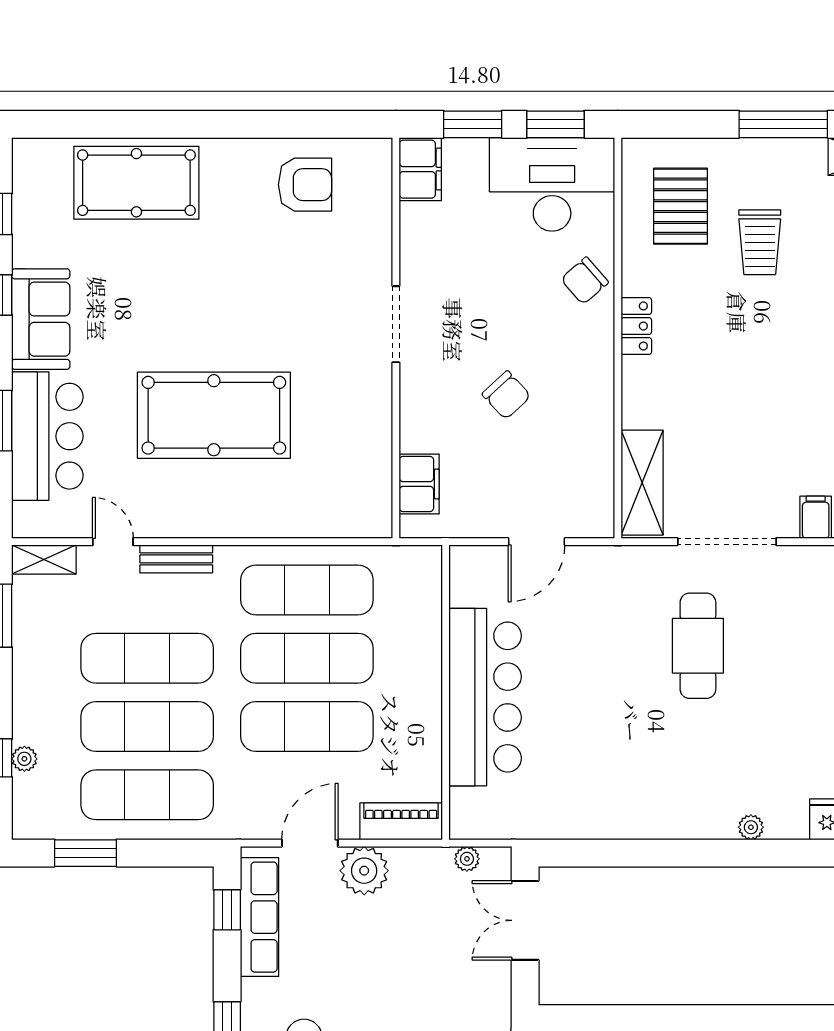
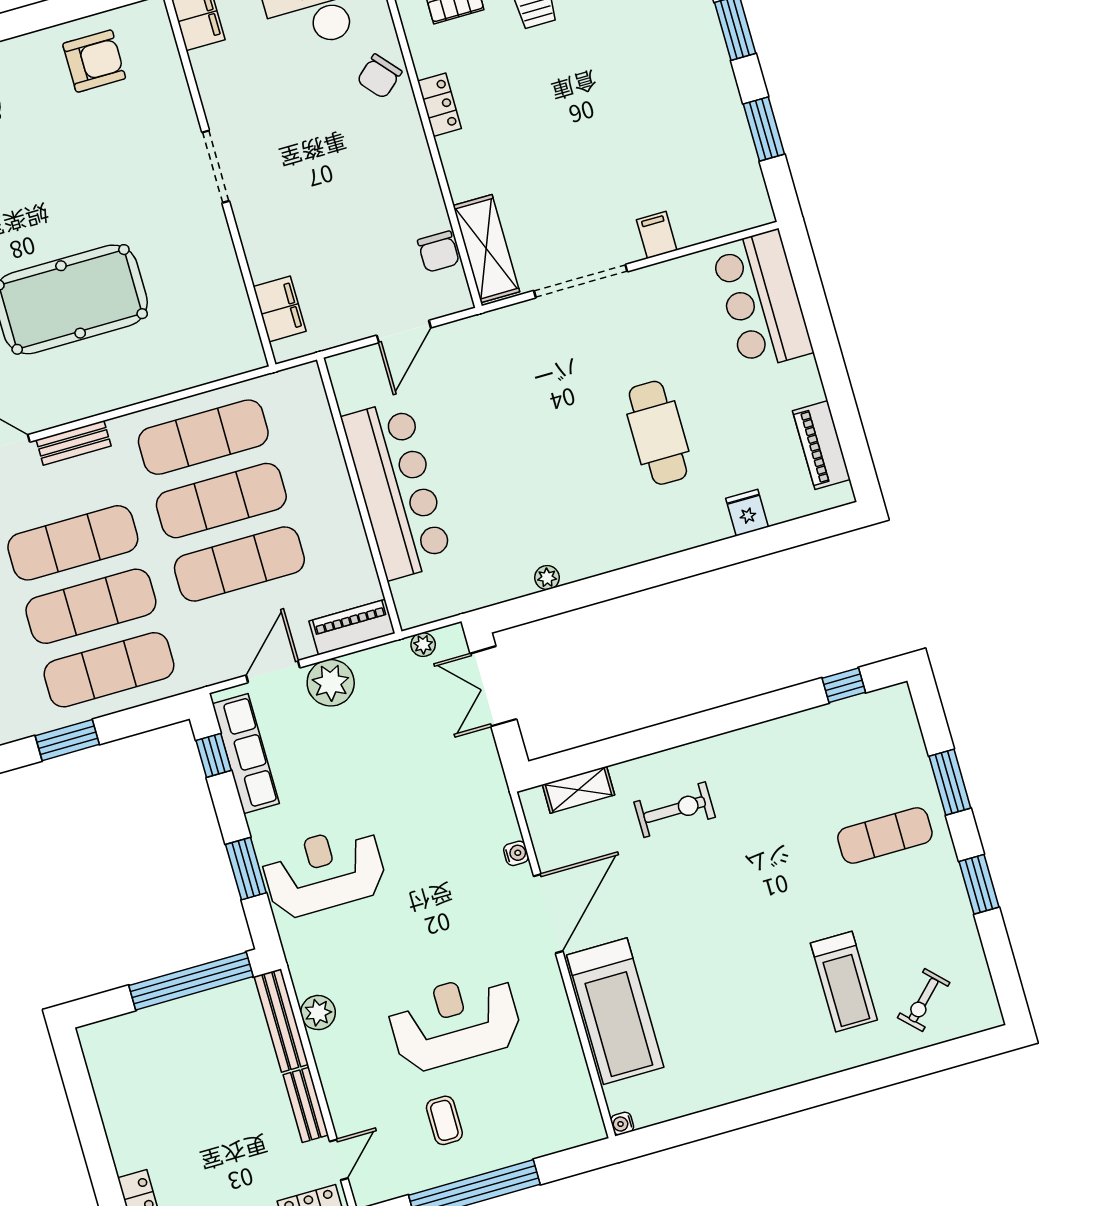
chair: (506, 395) -> (438, 252), moved, turned 43
cafe table: (698, 646) -> (658, 433), moved
plant: (751, 827) -> (547, 578), moved

